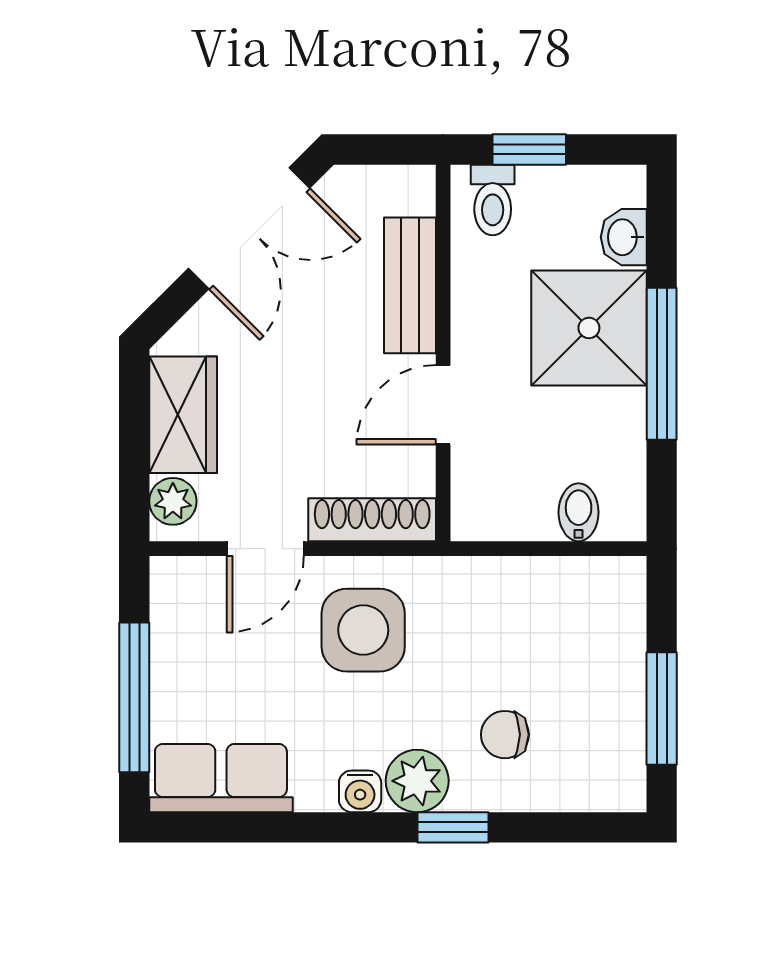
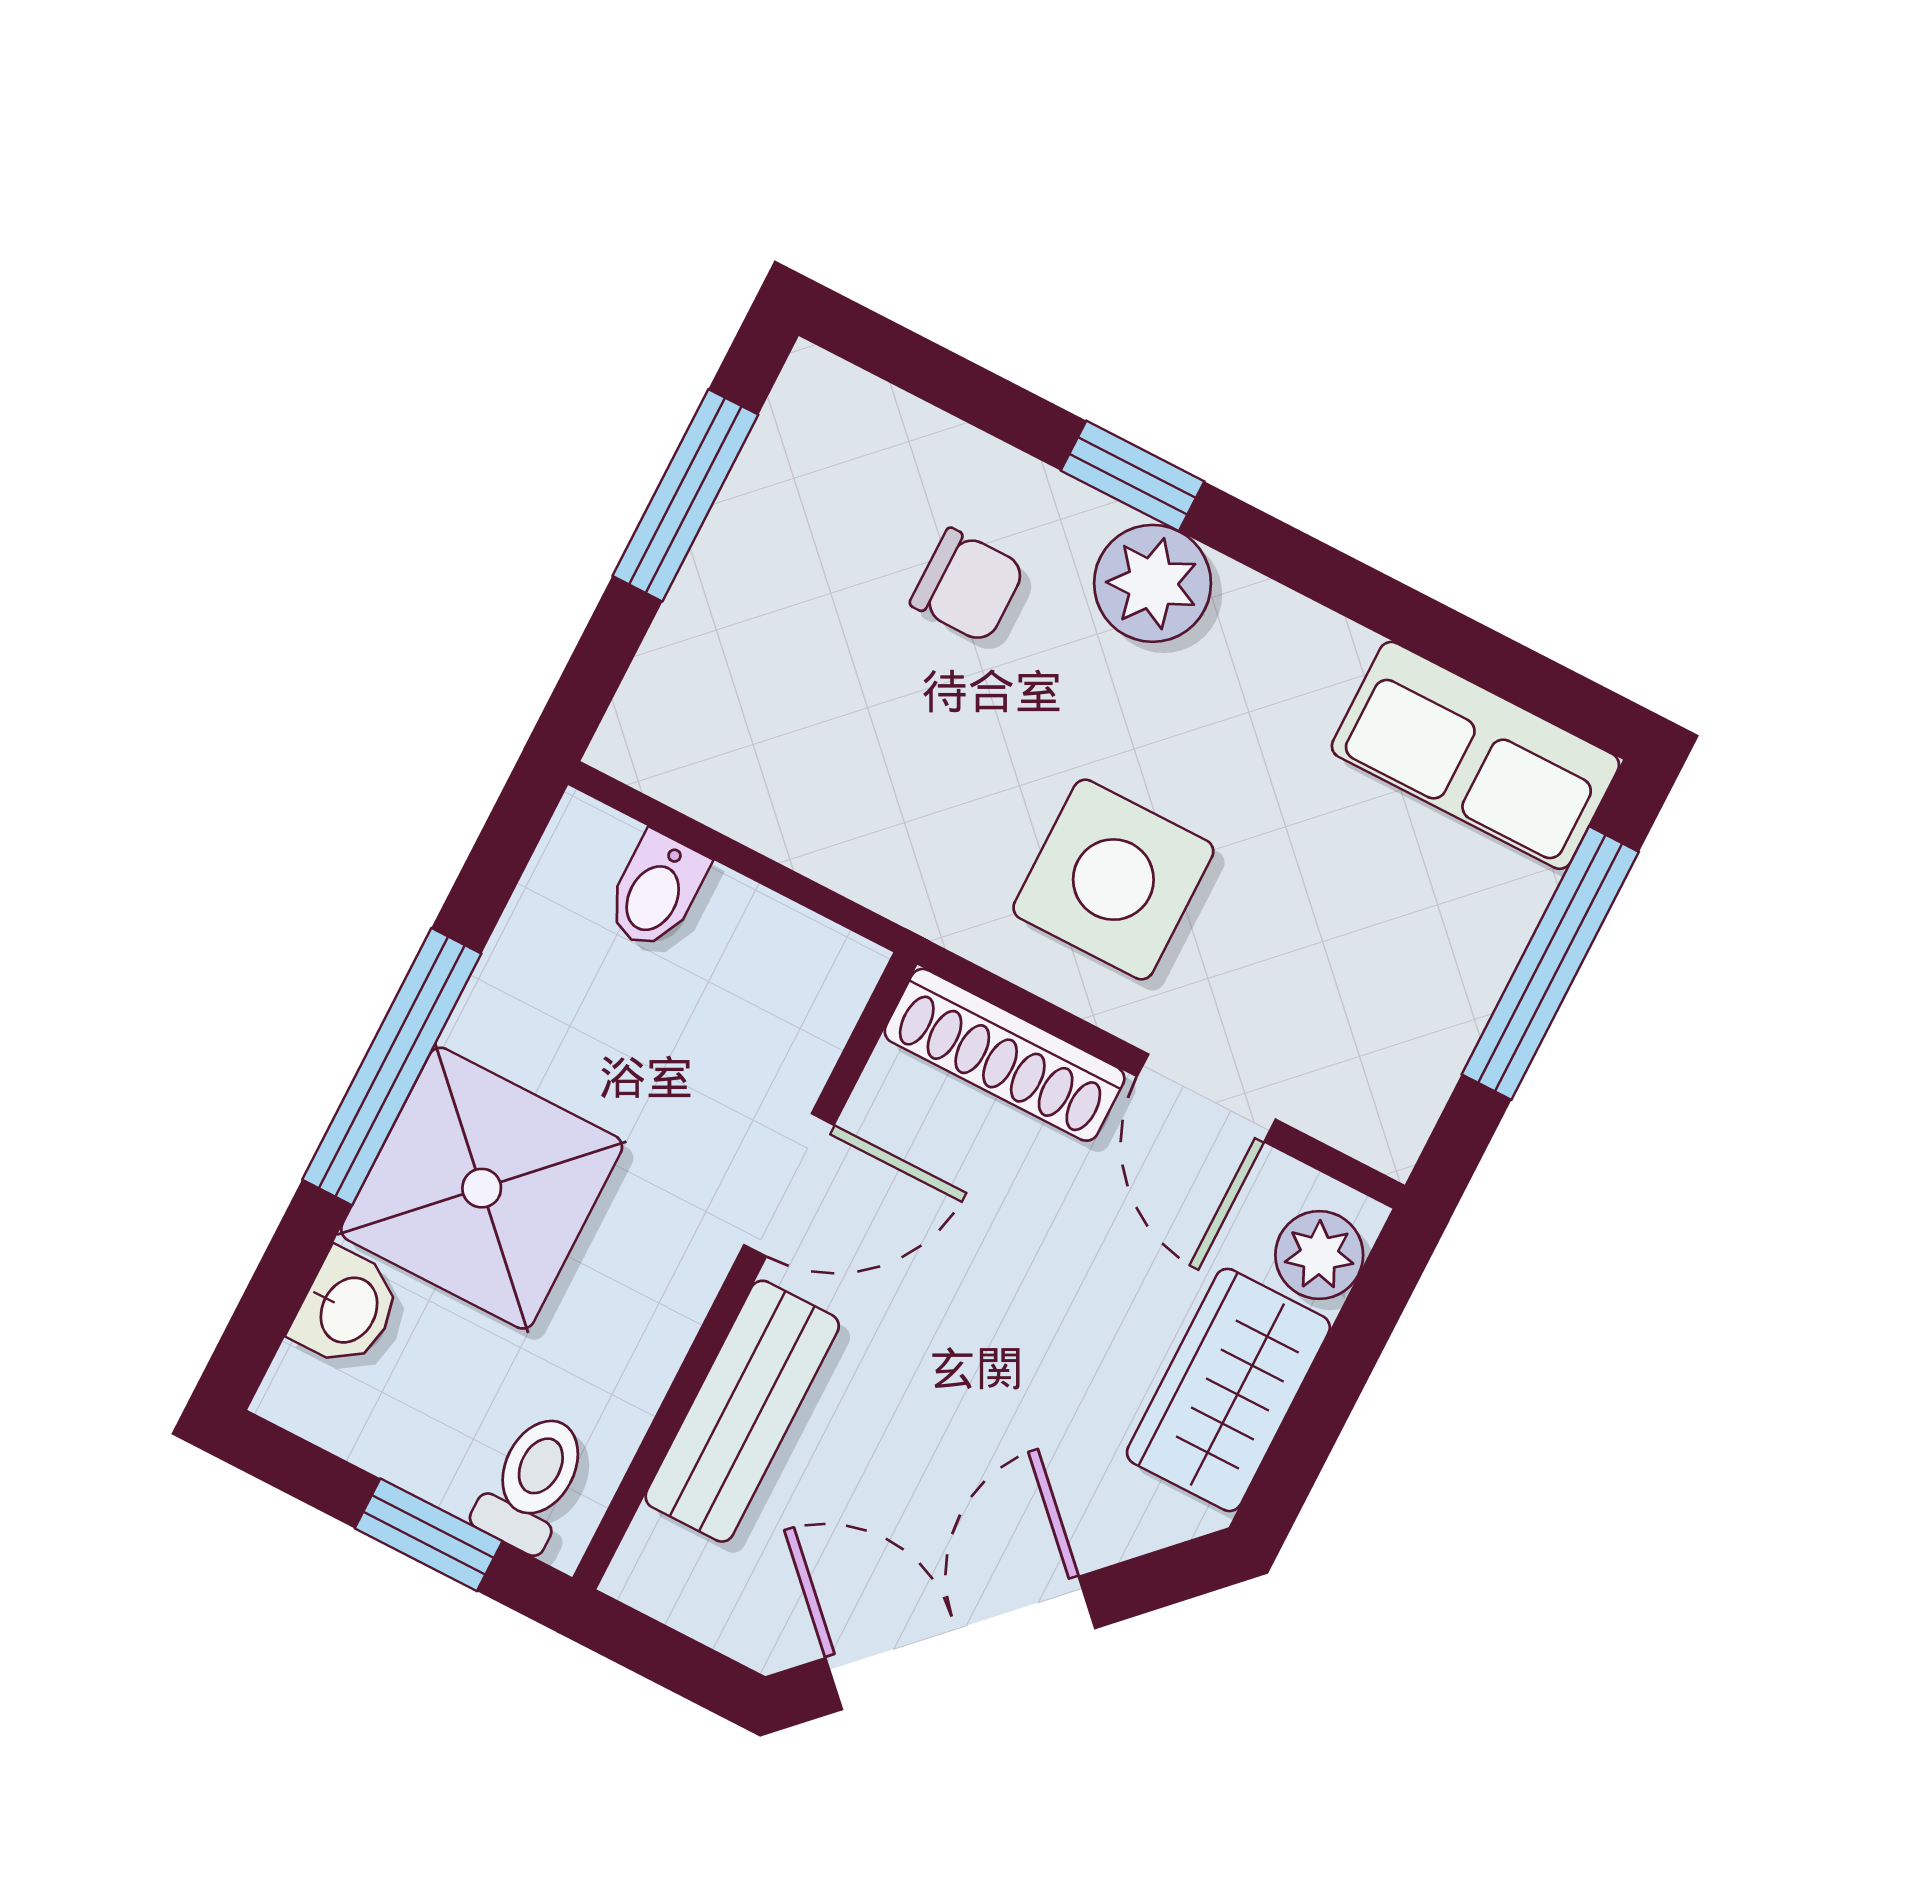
door: (265, 549) -> (1206, 1098), swing flipped
water cooler: (360, 791) -> (1256, 615), removed

